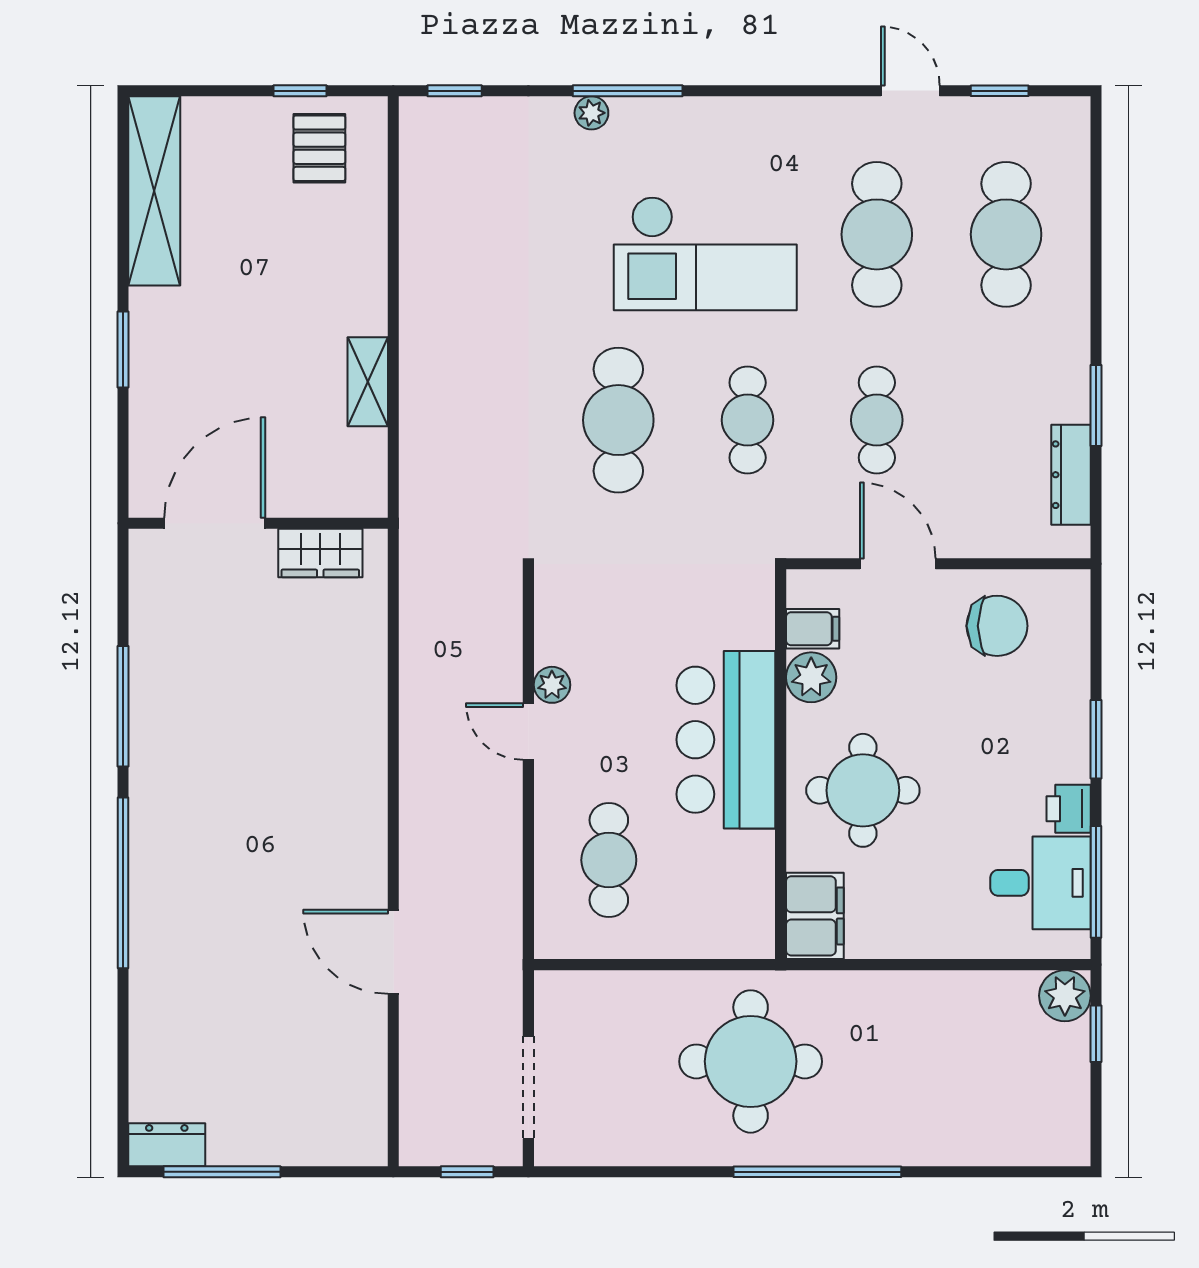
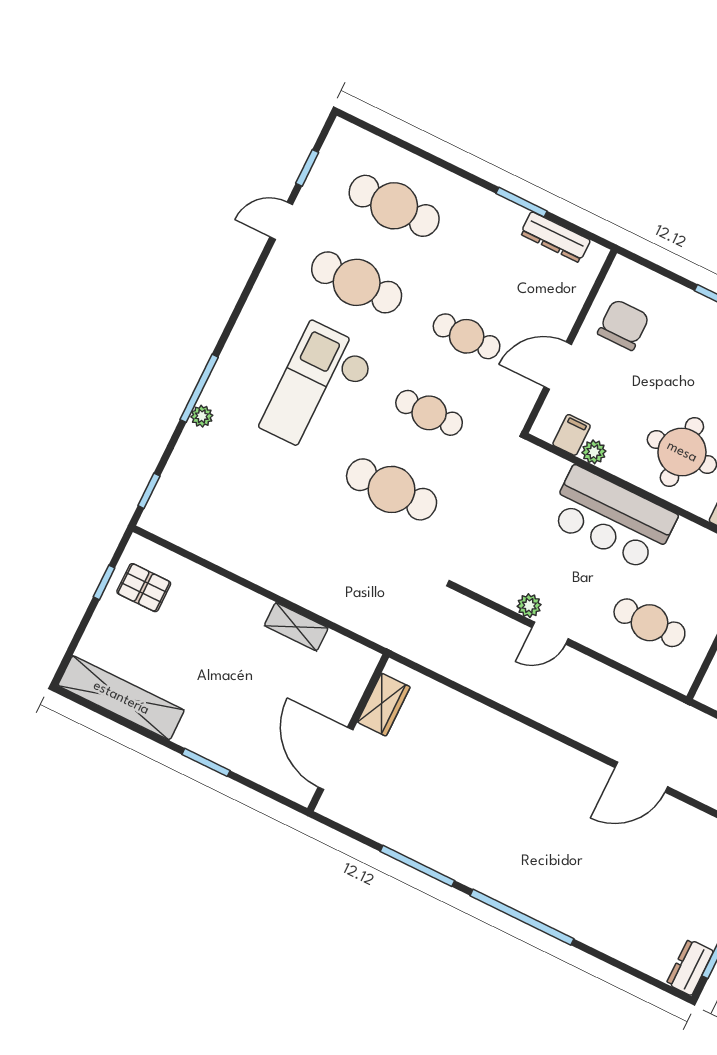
checkout: (705, 253) -> (318, 390), turned 180
plant: (811, 677) -> (594, 452), width x0.73, depth x0.73

